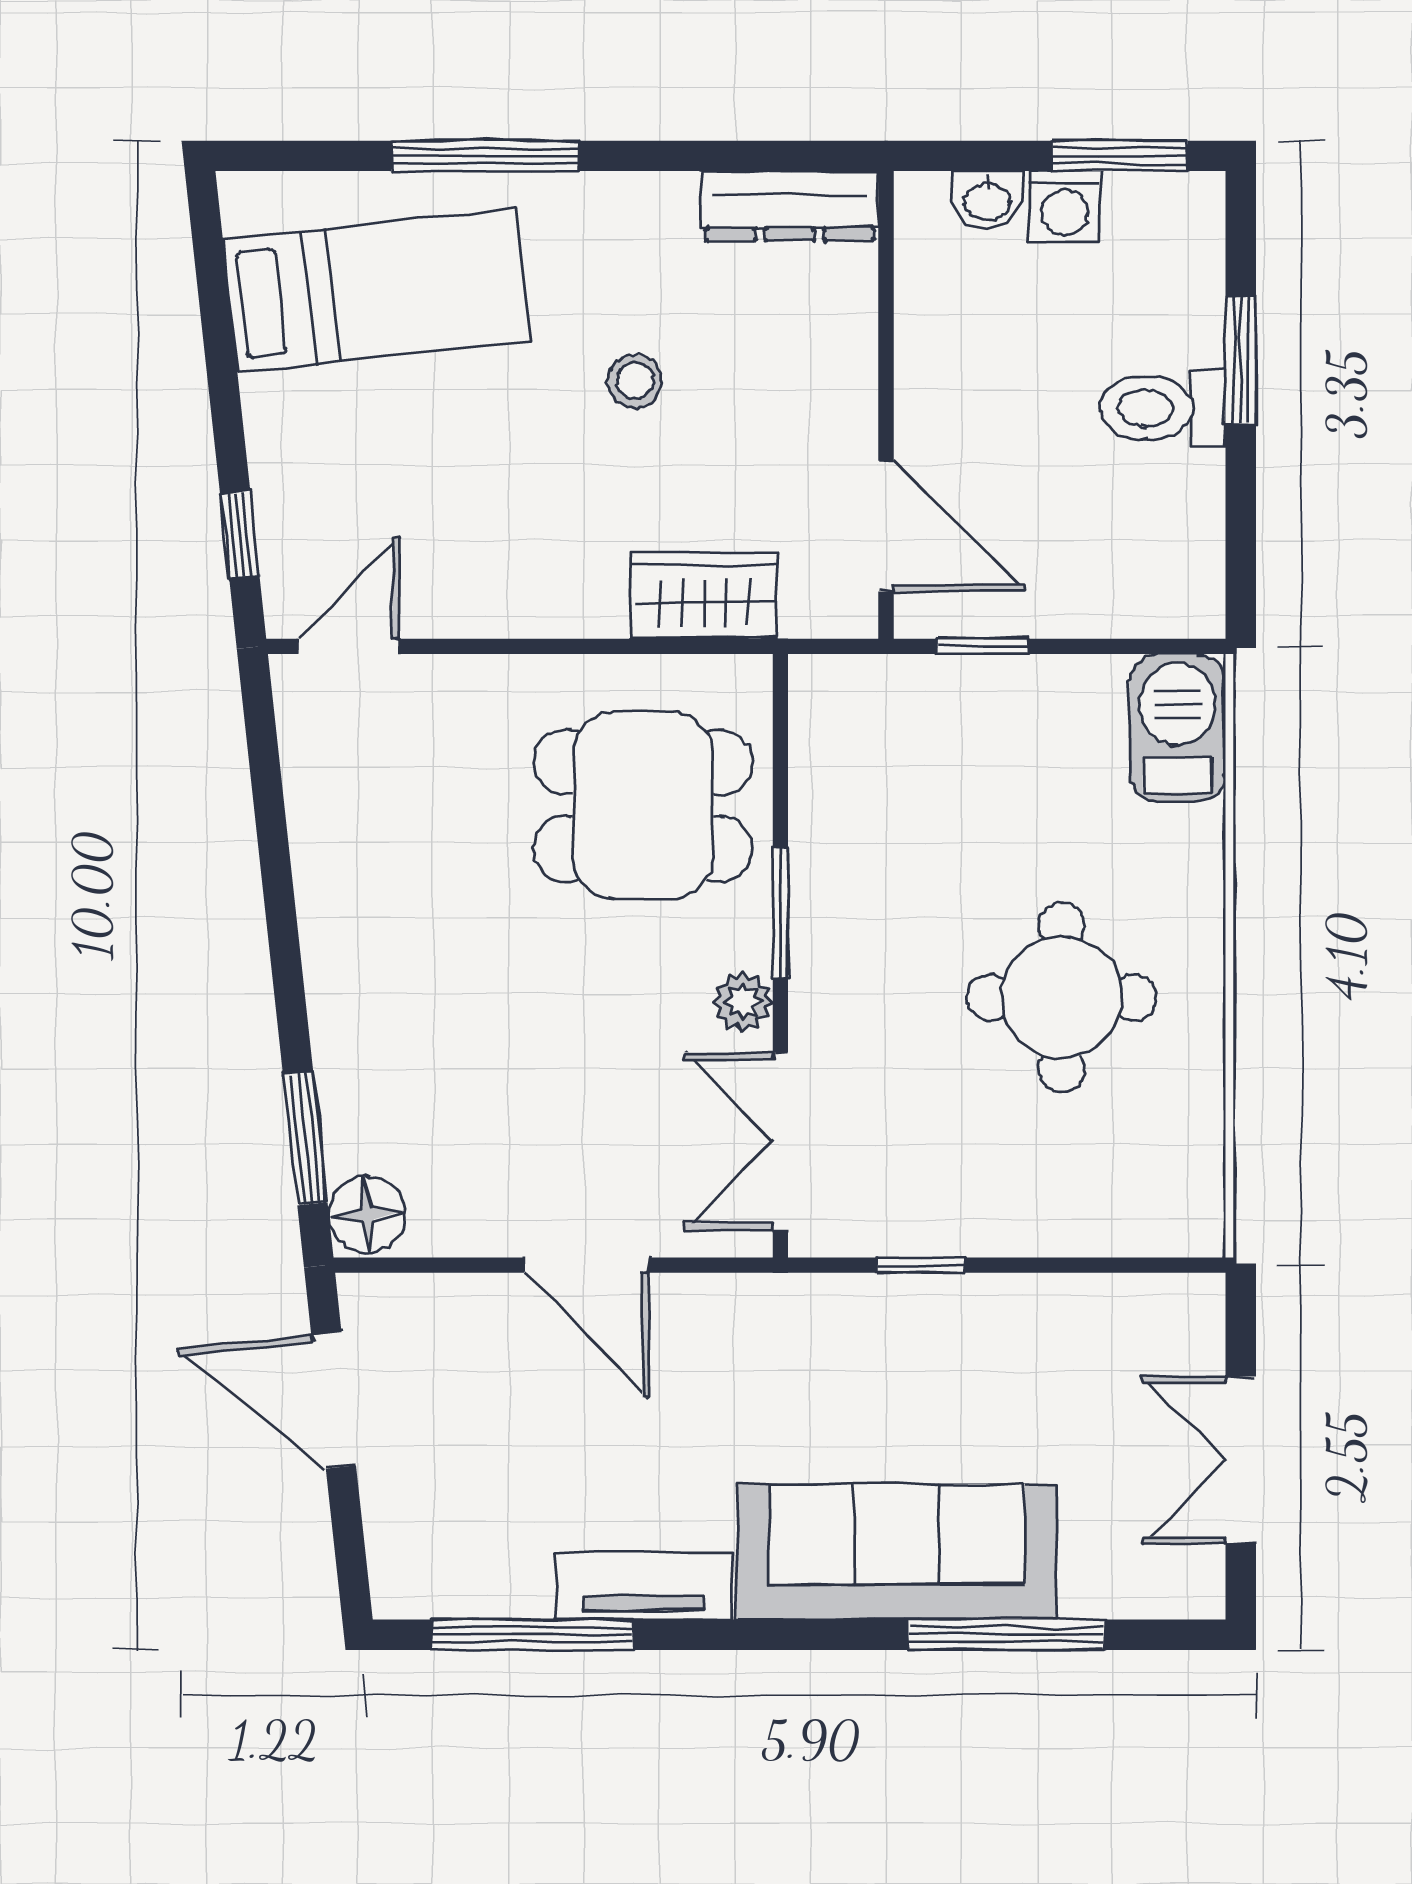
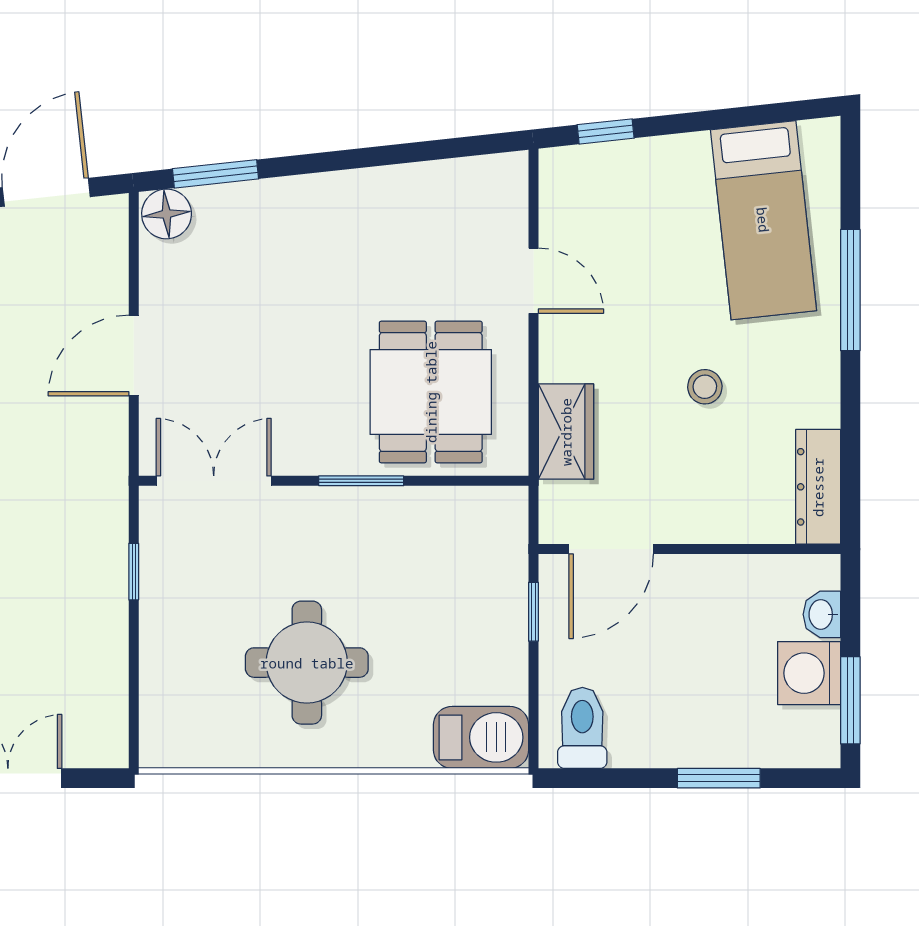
washing machine: (1065, 206) -> (809, 673), width x1.38, depth x1.38
toilet: (1163, 408) -> (582, 728), moved
door: (349, 646) -> (533, 281), moved
plant: (743, 1002) -> (304, 456), removed

